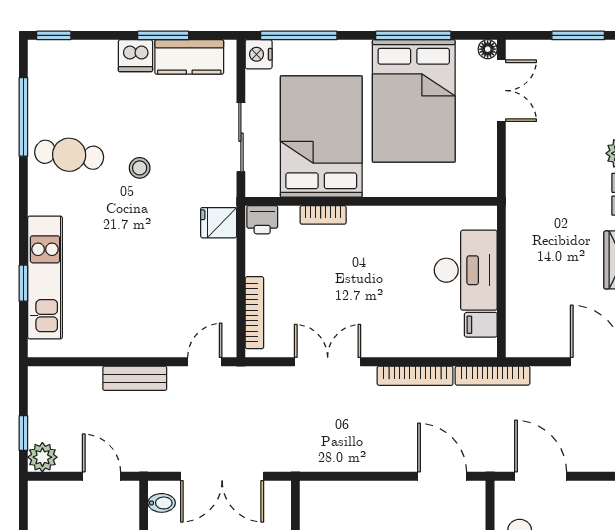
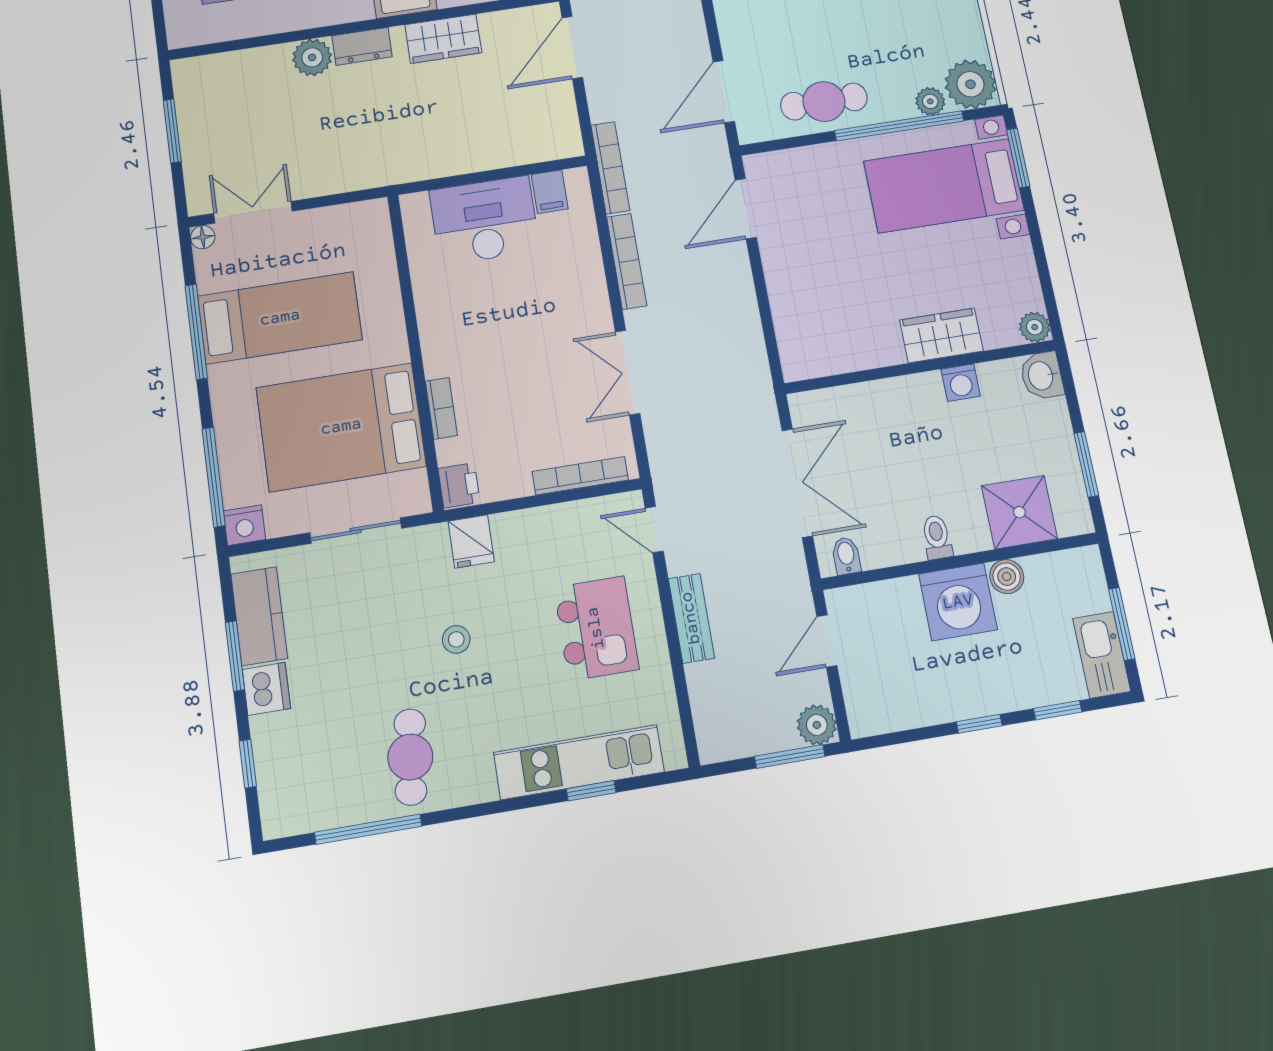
window: (54, 35) -> (248, 764), moved
bed: (414, 101) -> (280, 318), width x0.67
stool: (140, 168) -> (456, 639), moved
kitchen island: (139, 306) -> (596, 628), added
window: (23, 433) -> (790, 756), width x1.50

